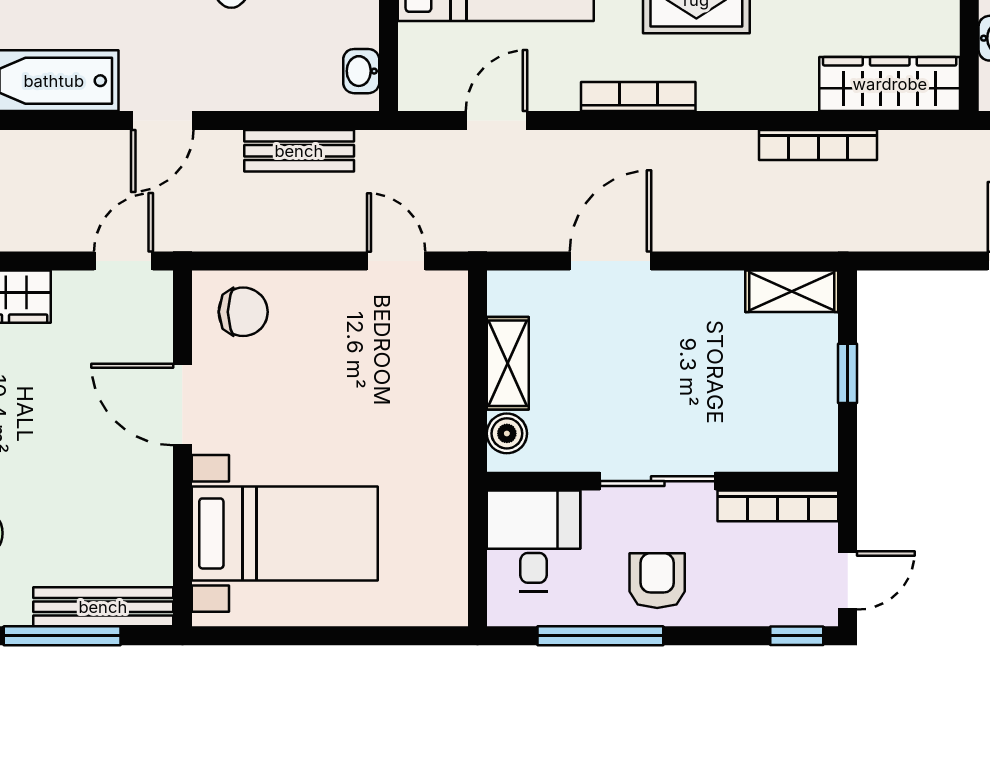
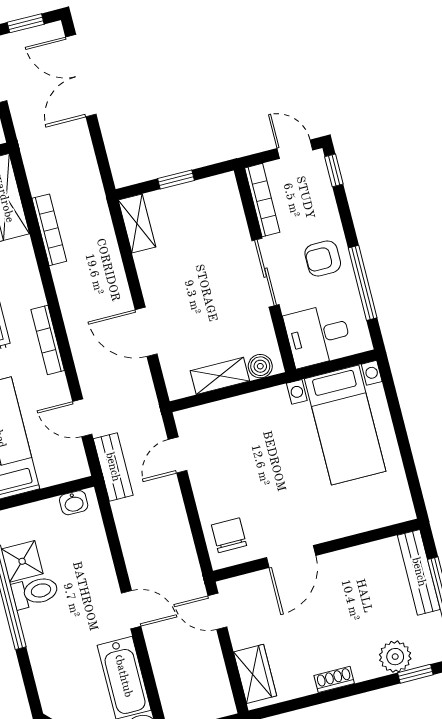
bench: (299, 151) -> (113, 467), moved
bed with nightstands: (285, 533) -> (345, 425), moved, turned 180

